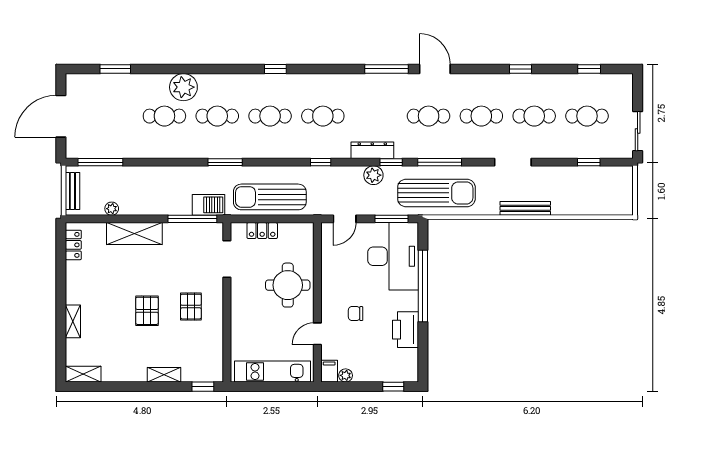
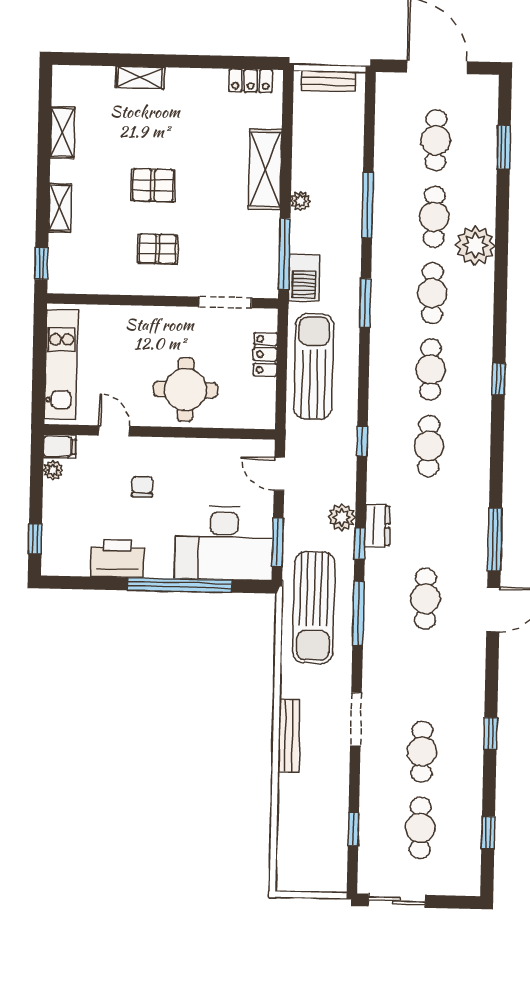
cafe table: (481, 116) -> (436, 140), moved
dresser: (372, 150) -> (377, 526), width x0.70
window: (100, 162) -> (368, 205), moved
plant: (112, 209) -> (300, 201), moved
shelving: (83, 374) -> (62, 132), moved

